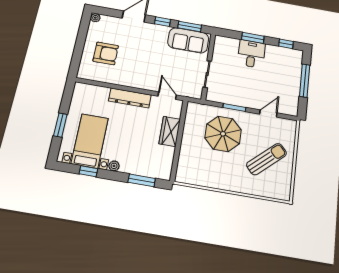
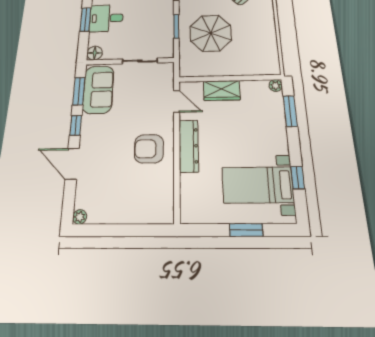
floor lamp: (220, 41) -> (95, 53), added
armchair: (106, 53) -> (149, 149), moved, turned -90
door: (167, 96) -> (177, 101), swing flipped
plant: (114, 166) -> (276, 85), moved

